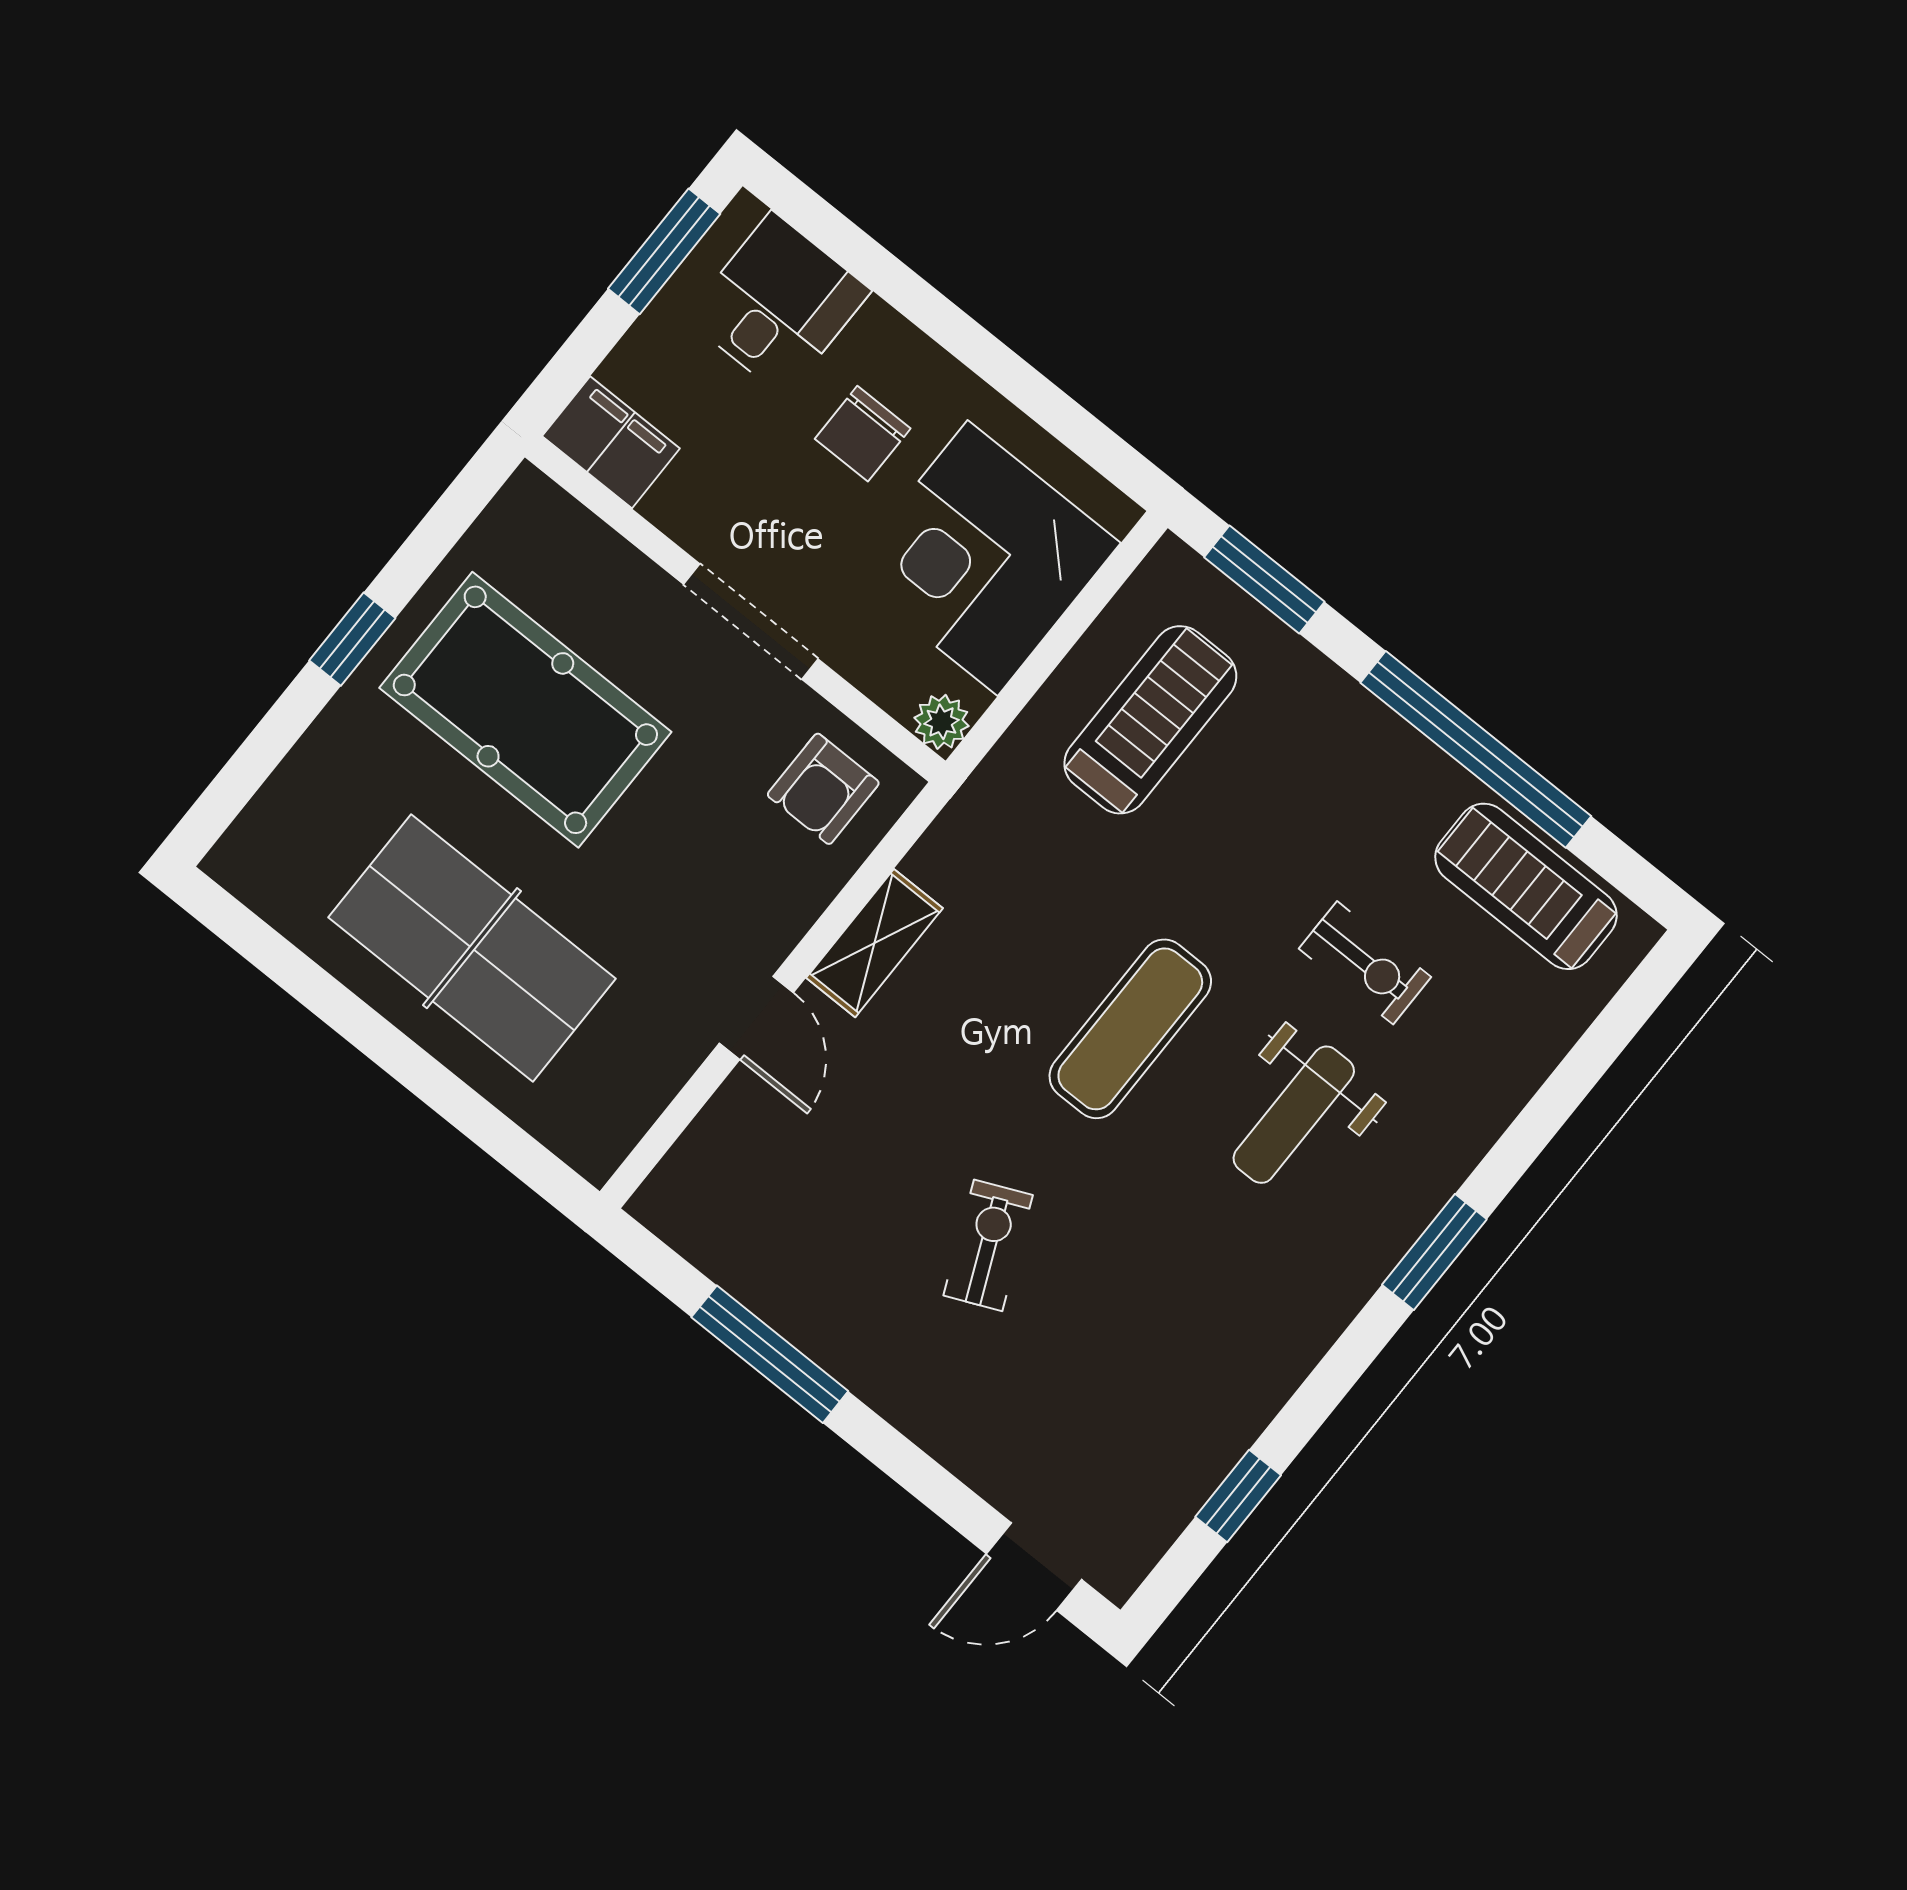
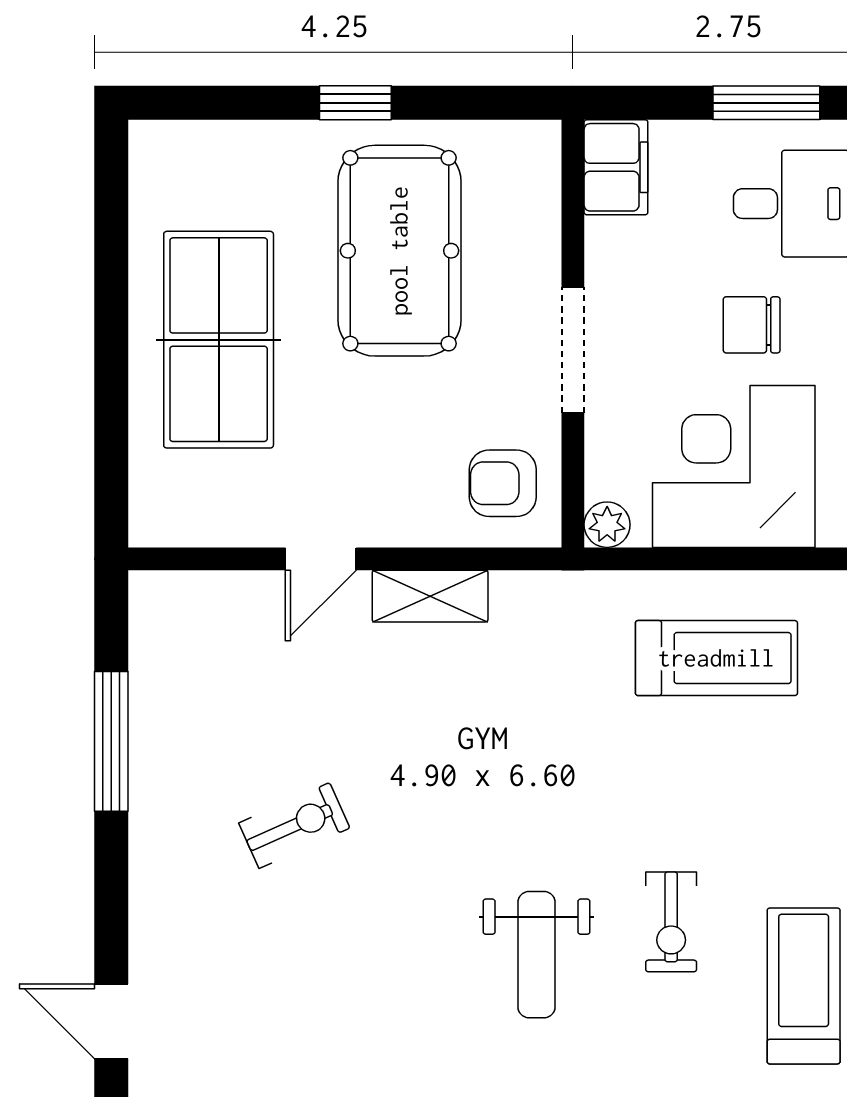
exercise mat: (1130, 1029) -> (507, 805), removed
weight bench: (1294, 1115) -> (537, 955), turned -90

